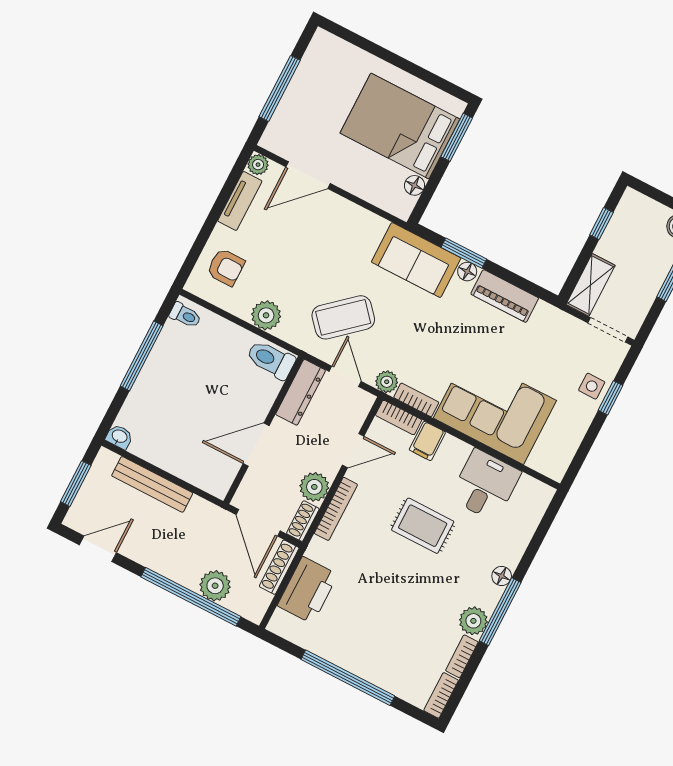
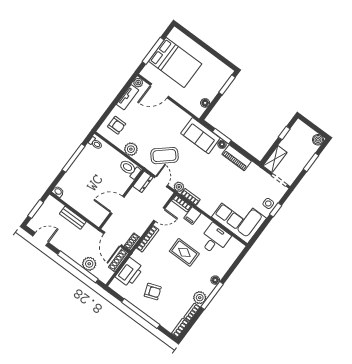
bed: (400, 126) -> (175, 62), moved, turned 180
dresser: (301, 392) -> (143, 182), width x0.70
corner sofa: (495, 409) -> (239, 218), moved
bench: (152, 484) -> (73, 218), width x0.73
plant: (314, 487) -> (140, 228), removed
armchair: (367, 624) -> (153, 292), added

